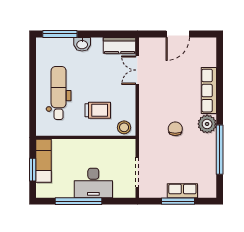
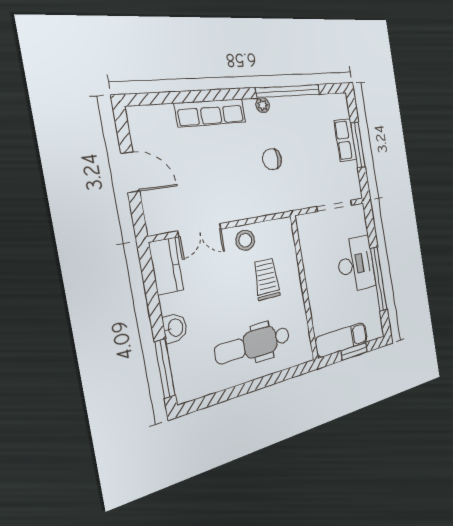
plant: (207, 124) -> (263, 105), width x0.53, depth x0.53
stool: (124, 127) -> (245, 240), moved

